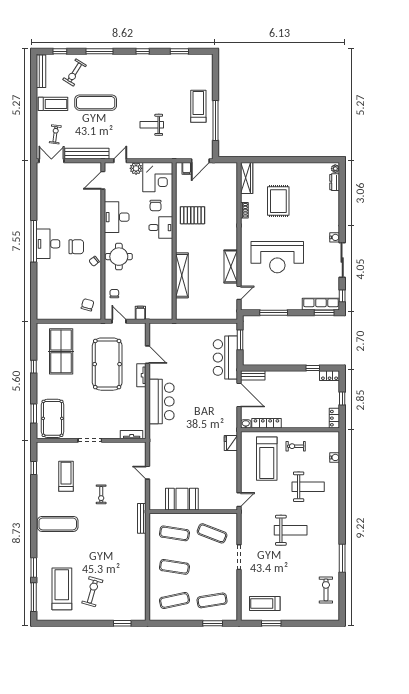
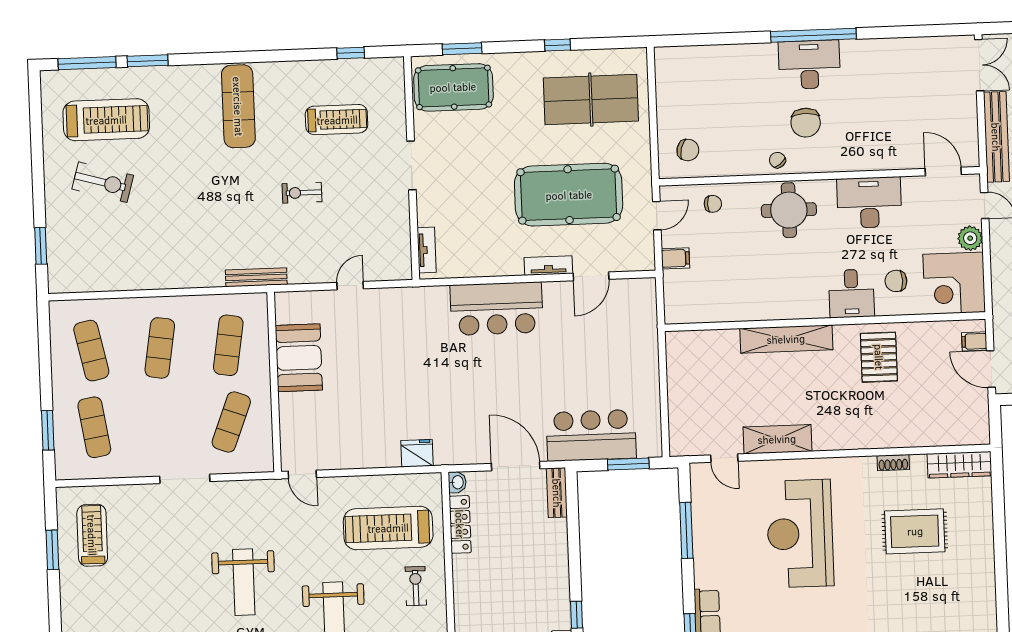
shelving: (182, 275) -> (786, 339), moved
door: (239, 395) -> (516, 466), swing flipped

